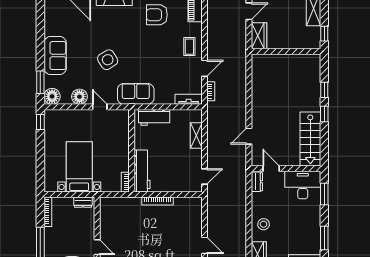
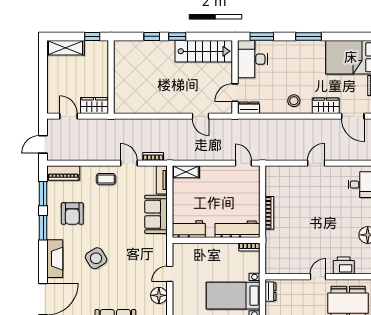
side table: (108, 60) -> (96, 258), moved
sofa: (136, 94) -> (156, 214), moved
workbench: (154, 117) -> (189, 229), moved, turned -90
shelving: (196, 136) -> (186, 172), moved

